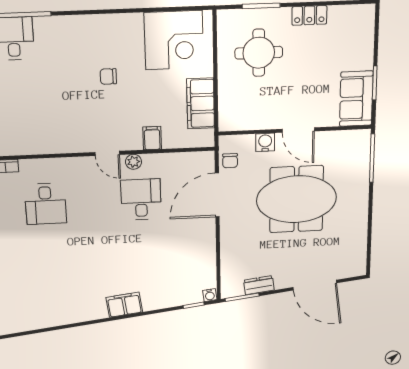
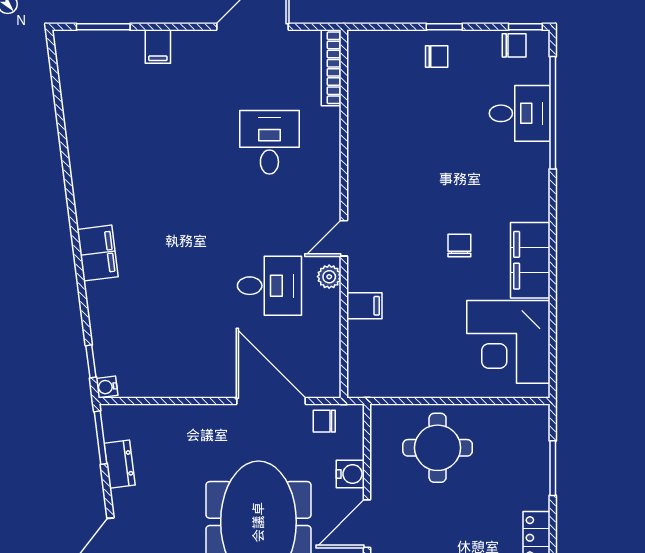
round table: (259, 53) -> (438, 448), moved
filing cabinet: (201, 103) -> (530, 260), moved, turned -90
desk: (46, 204) -> (269, 142), turned 90

